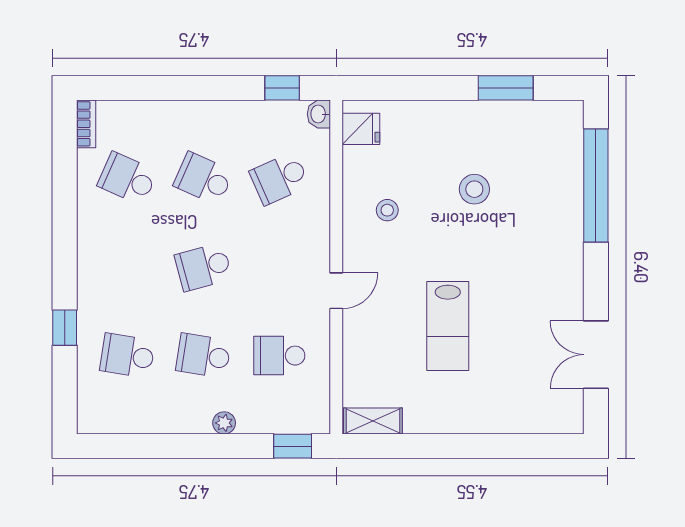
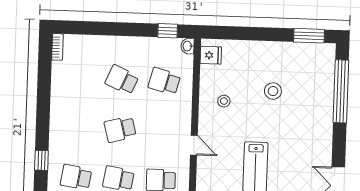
window: (506, 88) -> (309, 36), moved
school desk: (127, 178) -> (79, 78), removed
school desk: (279, 178) -> (164, 81), turned 39
door: (336, 291) -> (194, 145), hinge flipped

